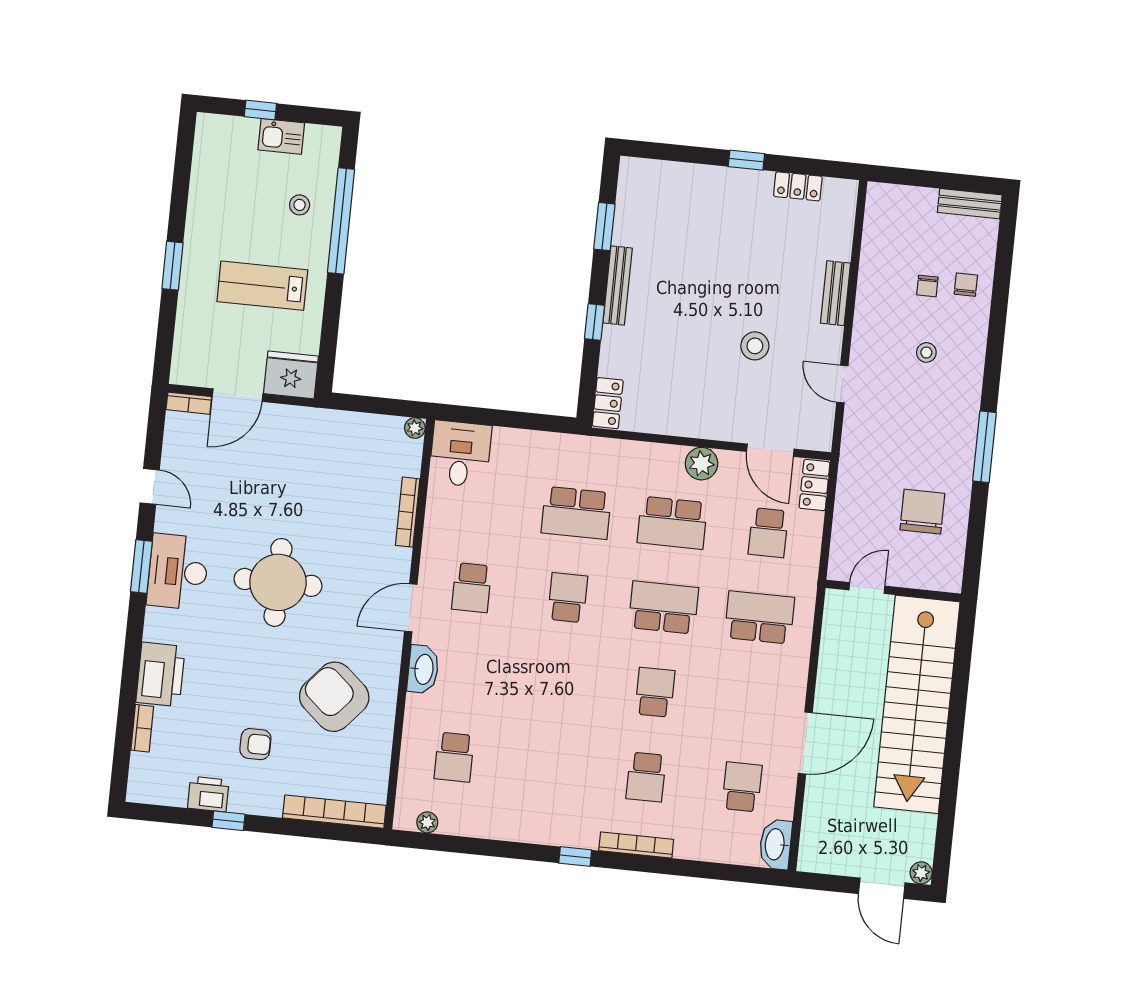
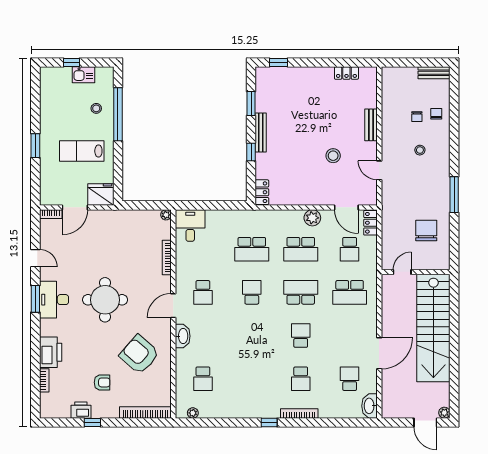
window: (746, 160) -> (279, 63), moved
school desk: (760, 617) -> (350, 292), turned 180

